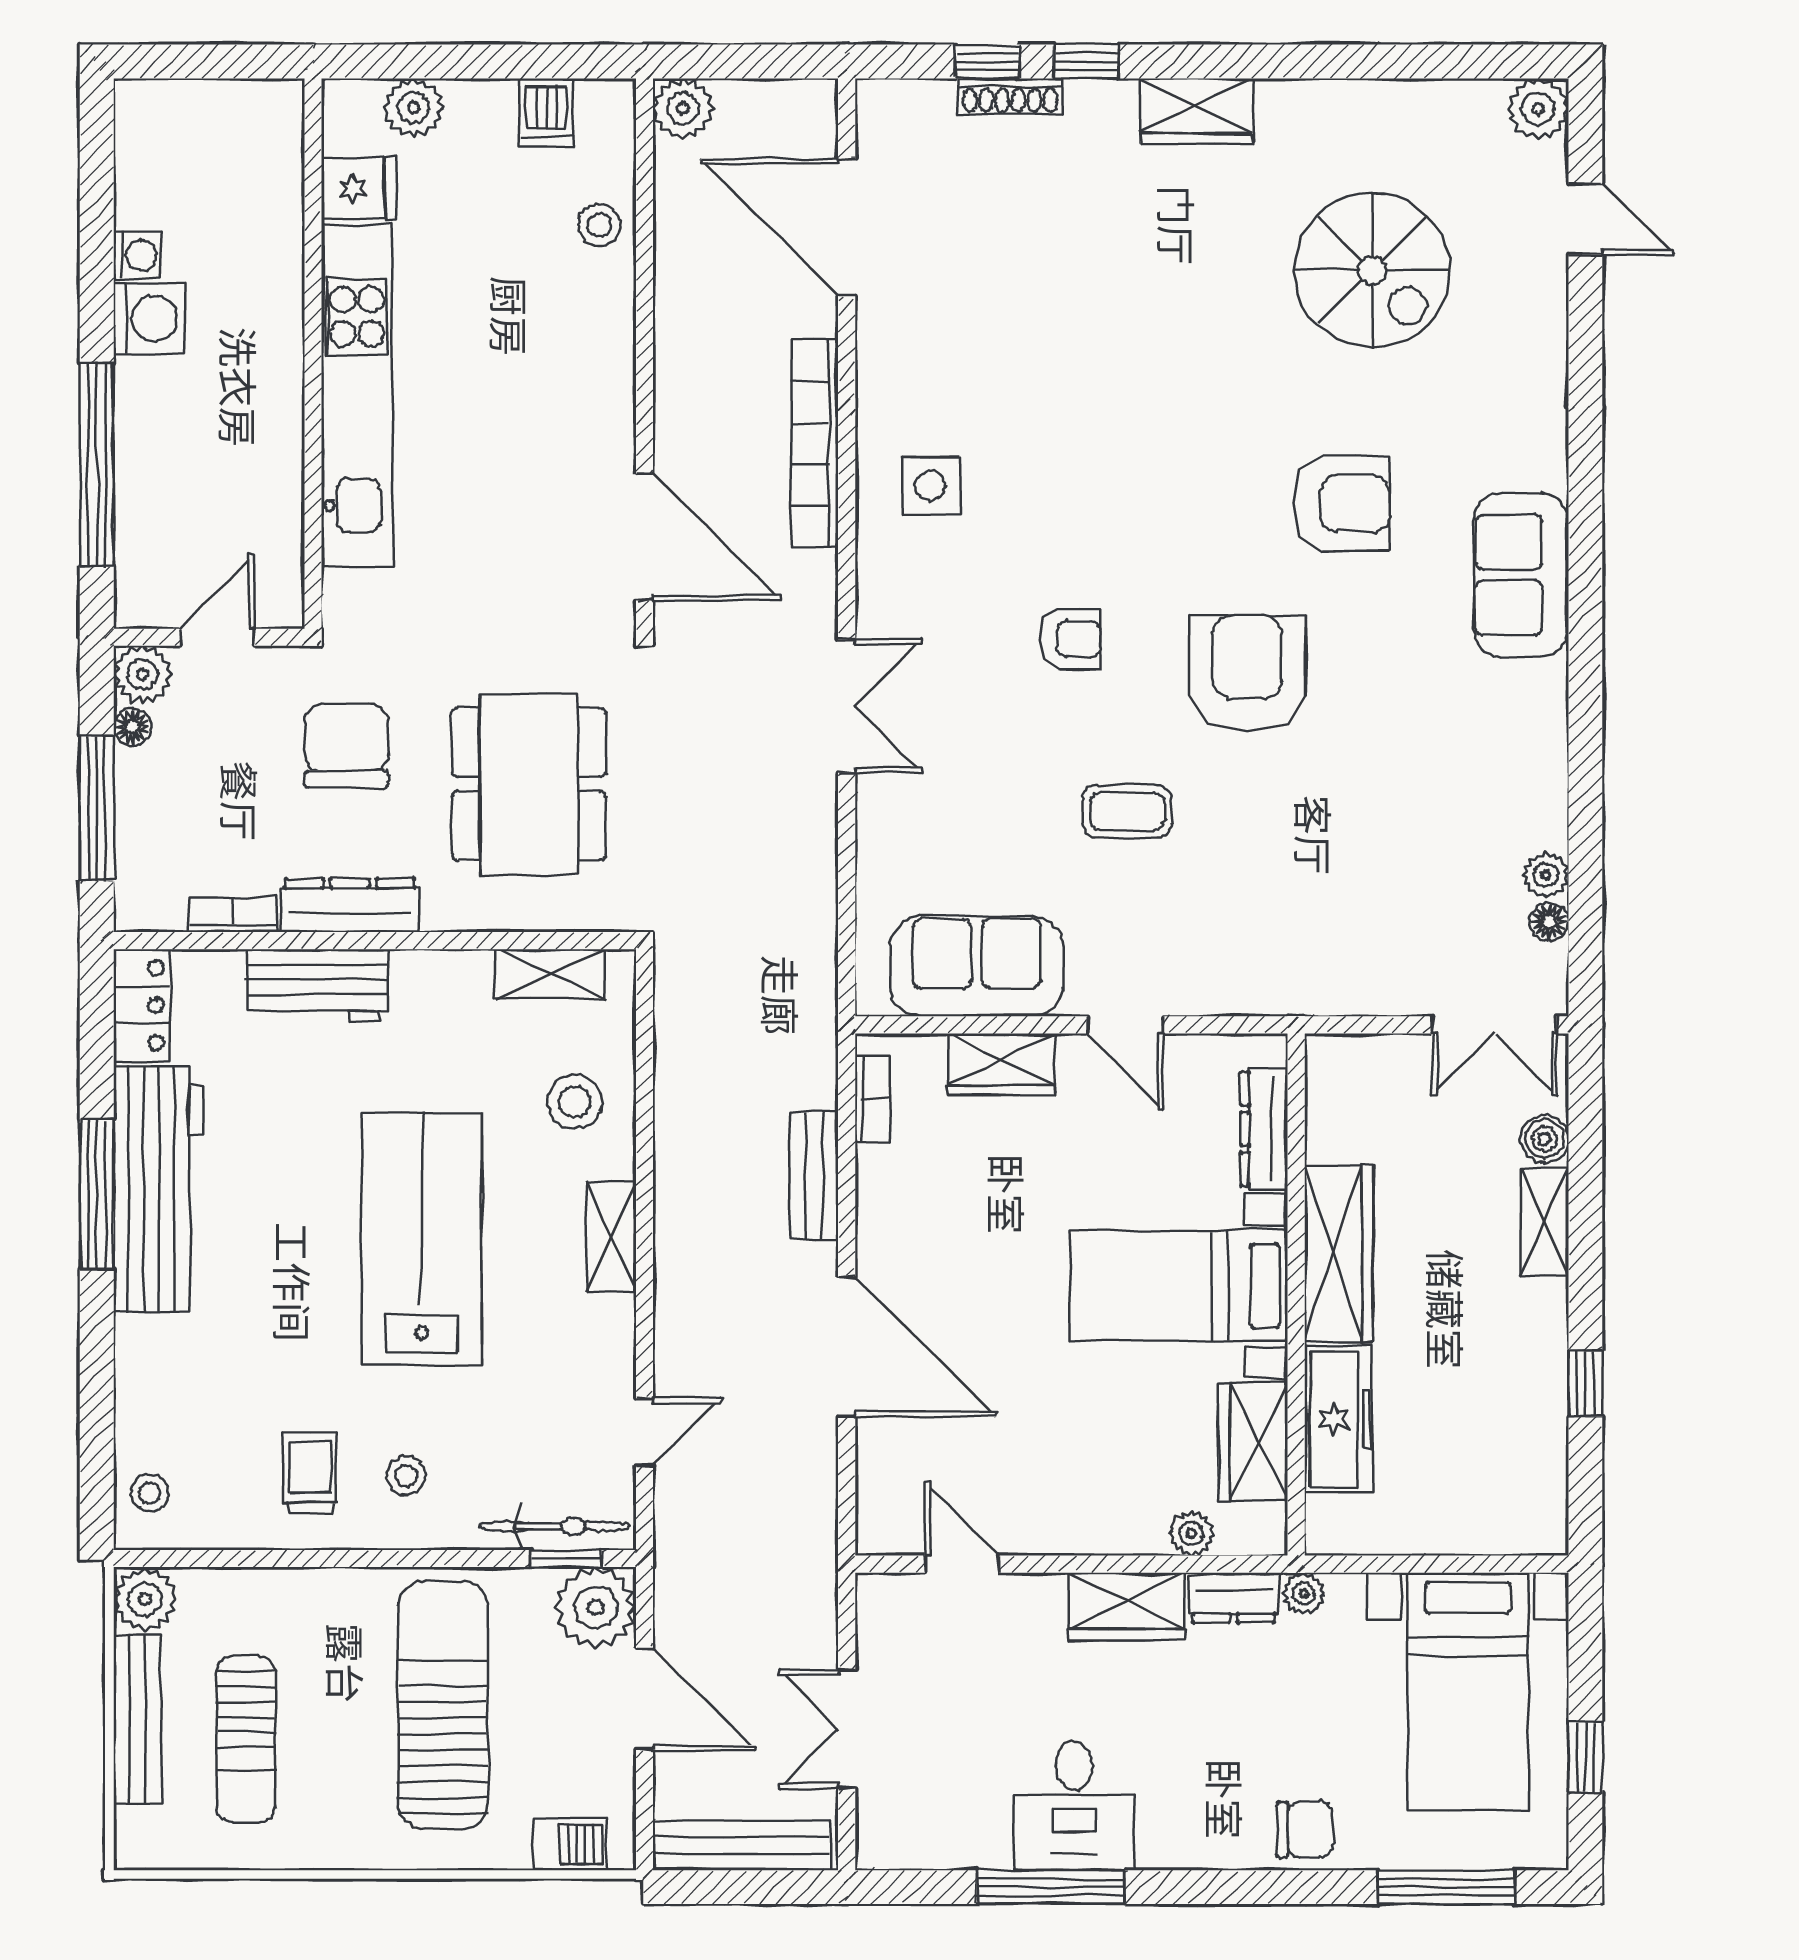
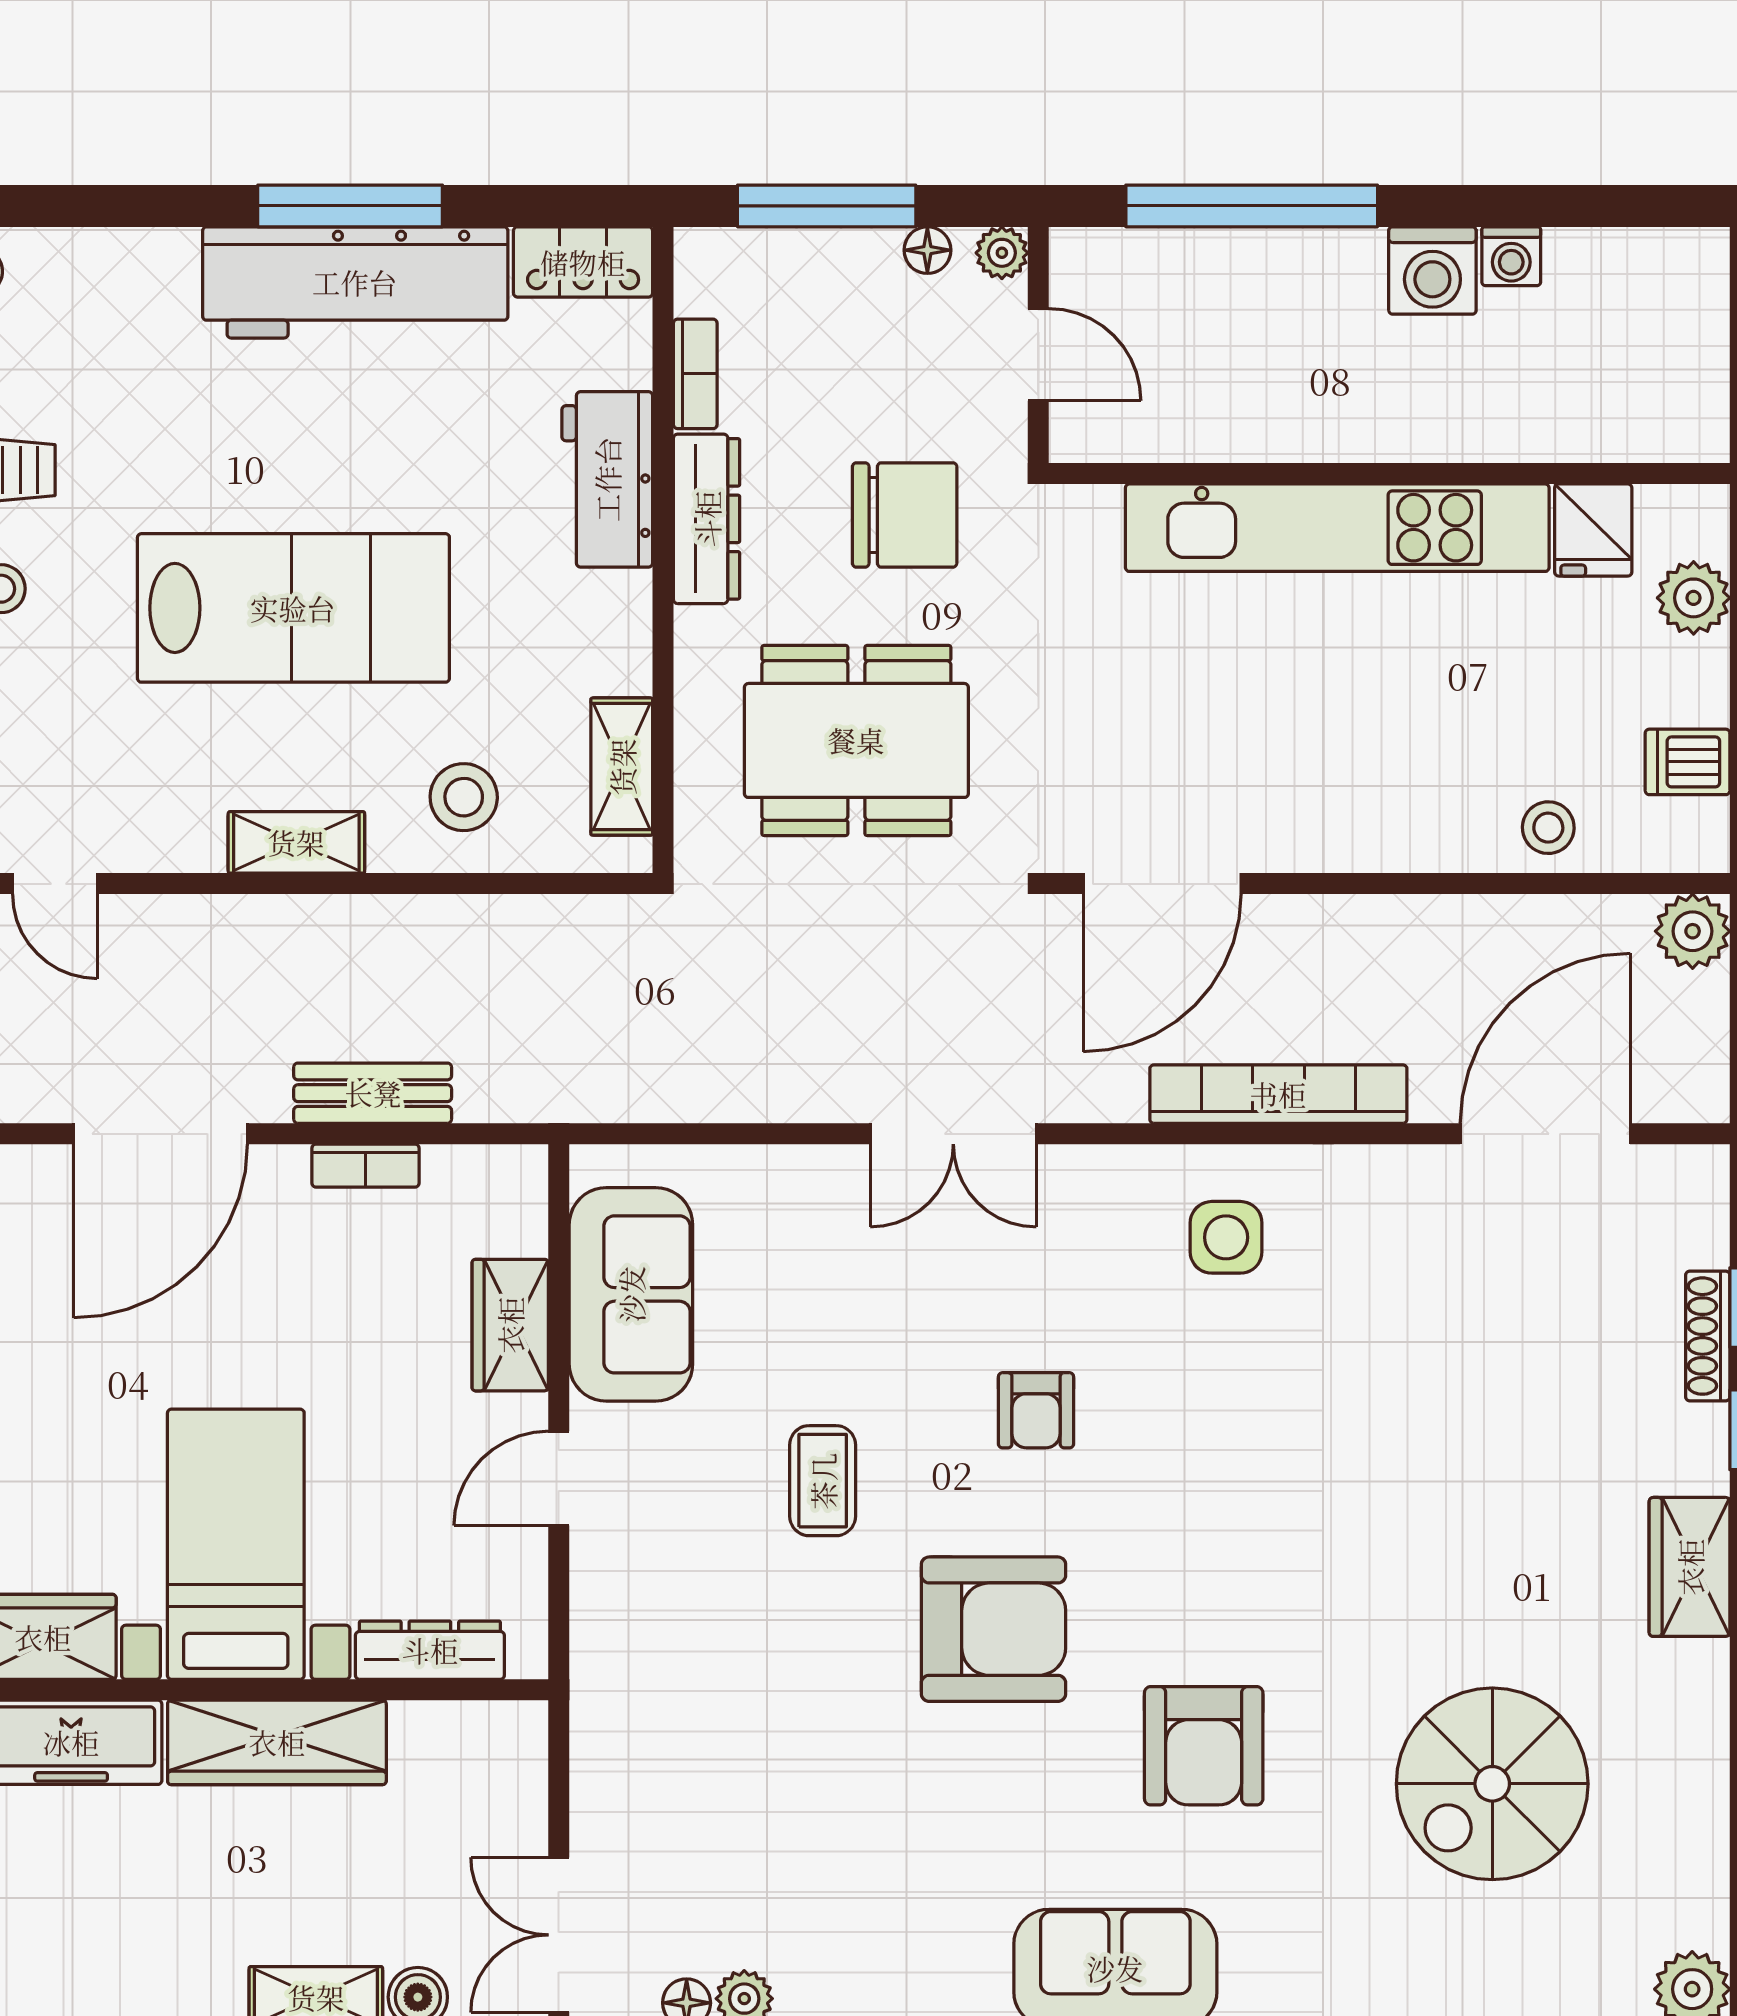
plant: (142, 675) -> (1002, 253), width x0.73, depth x0.73
bookcase: (872, 1099) -> (365, 1166), moved

